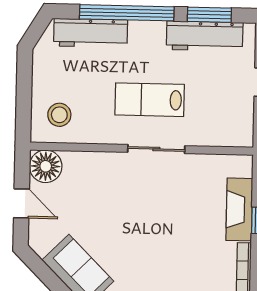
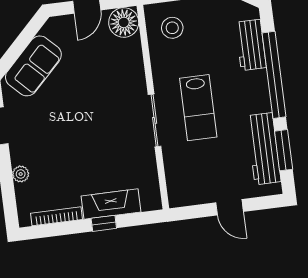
workbench: (91, 33) -> (251, 45), width x0.73
lab bench: (150, 100) -> (198, 108), turned 180

